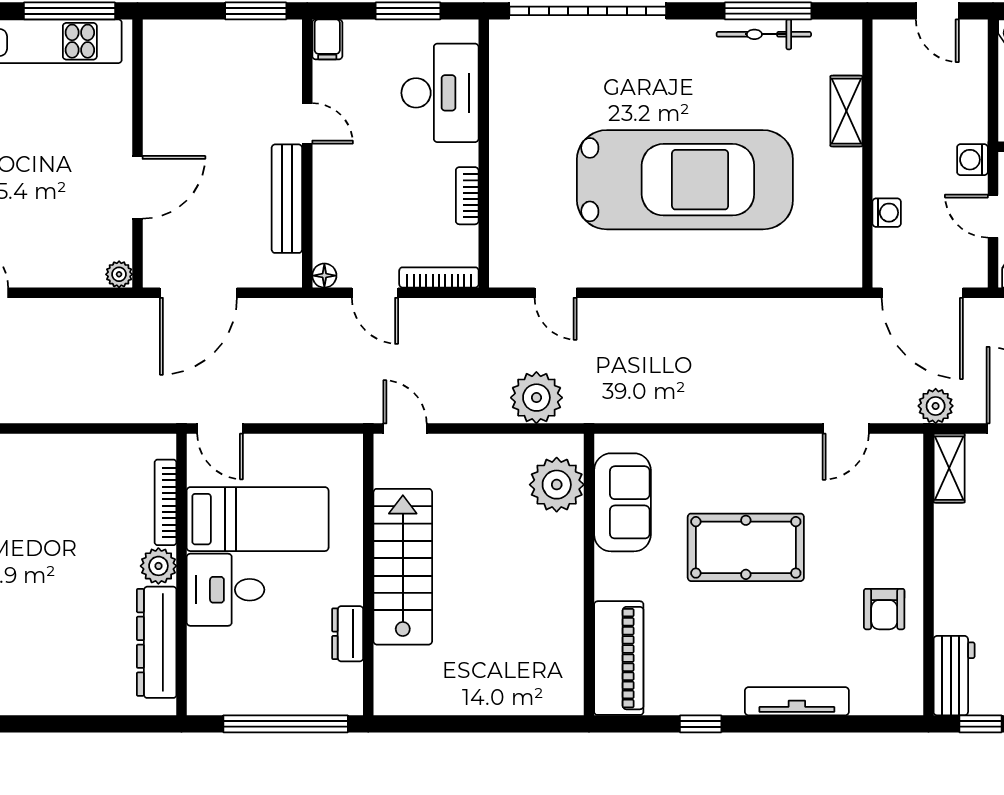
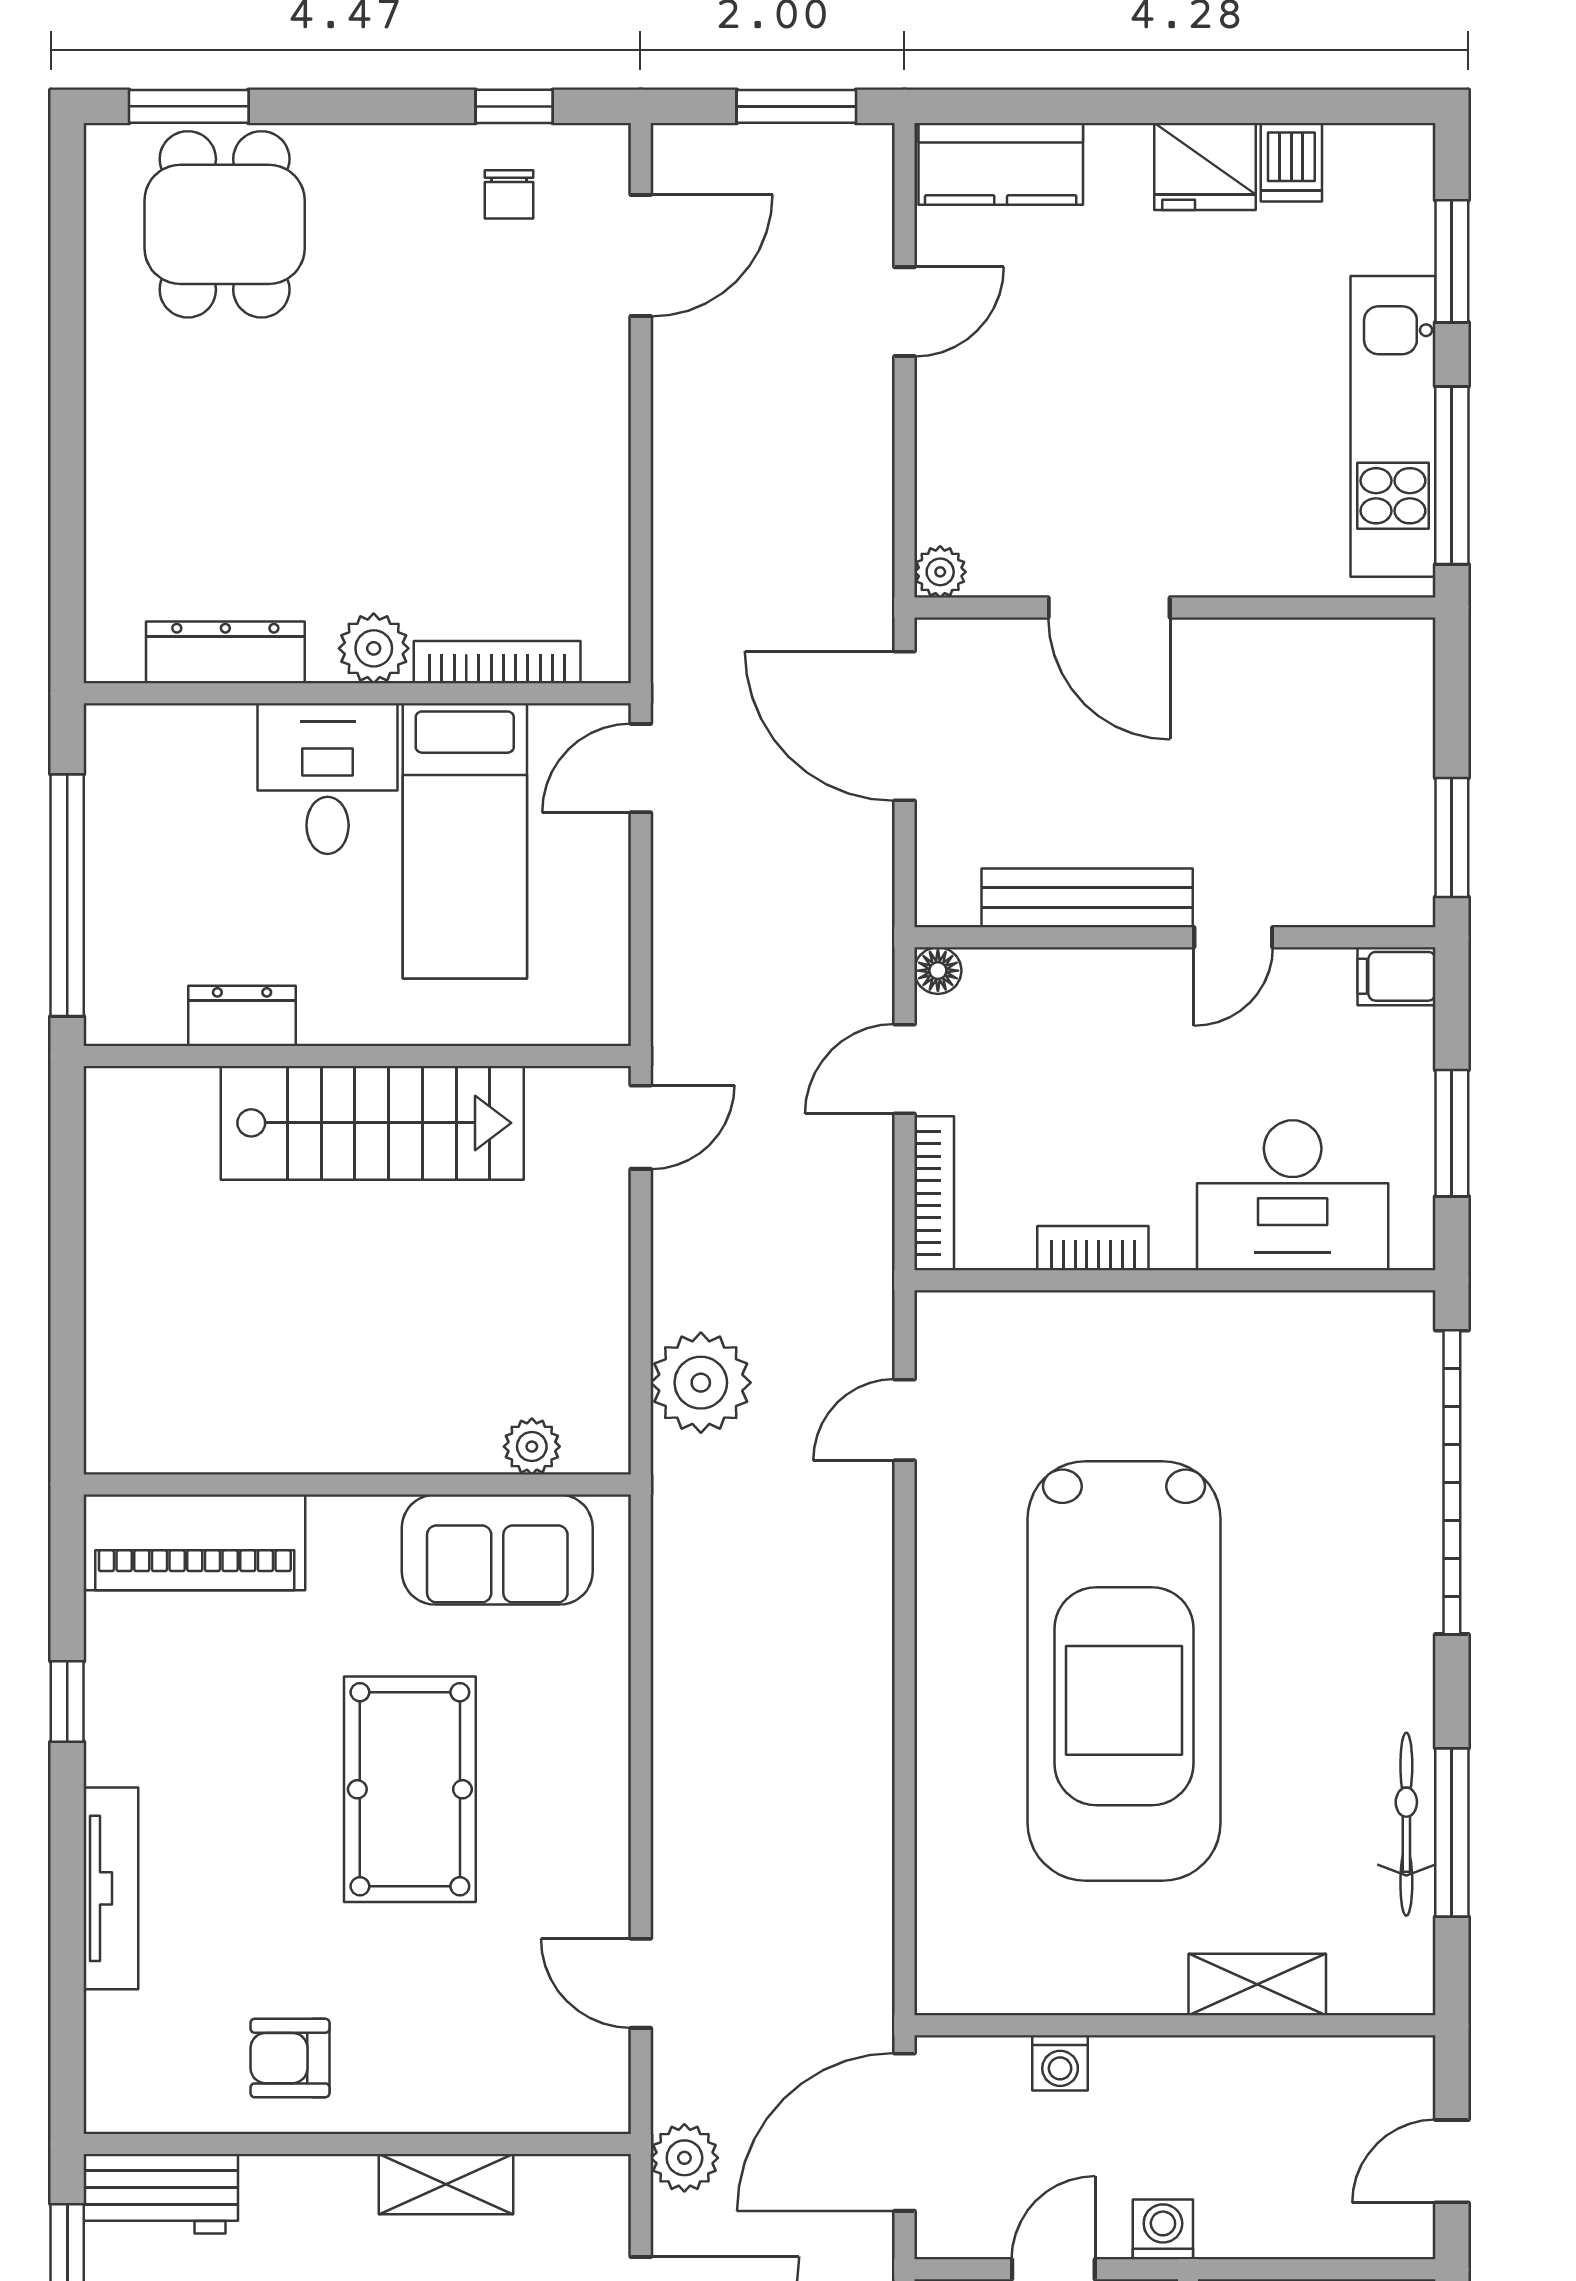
shelving: (949, 468) -> (446, 2184), moved
plant: (557, 485) -> (532, 1447), width x0.53, depth x0.53
dresser: (157, 642) -> (225, 652), width x0.73, depth x0.80

